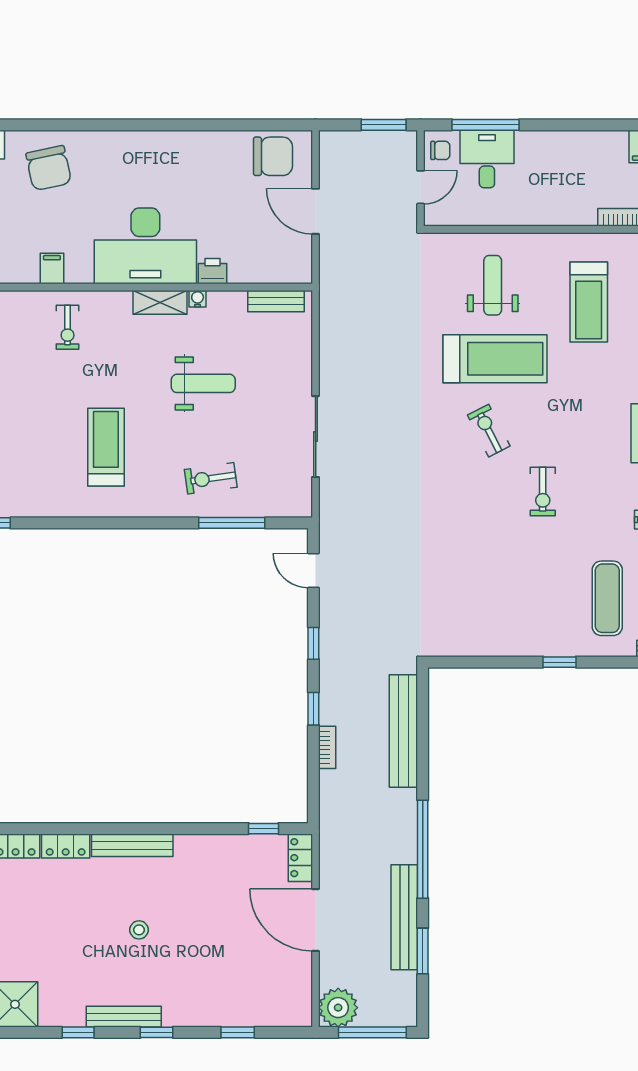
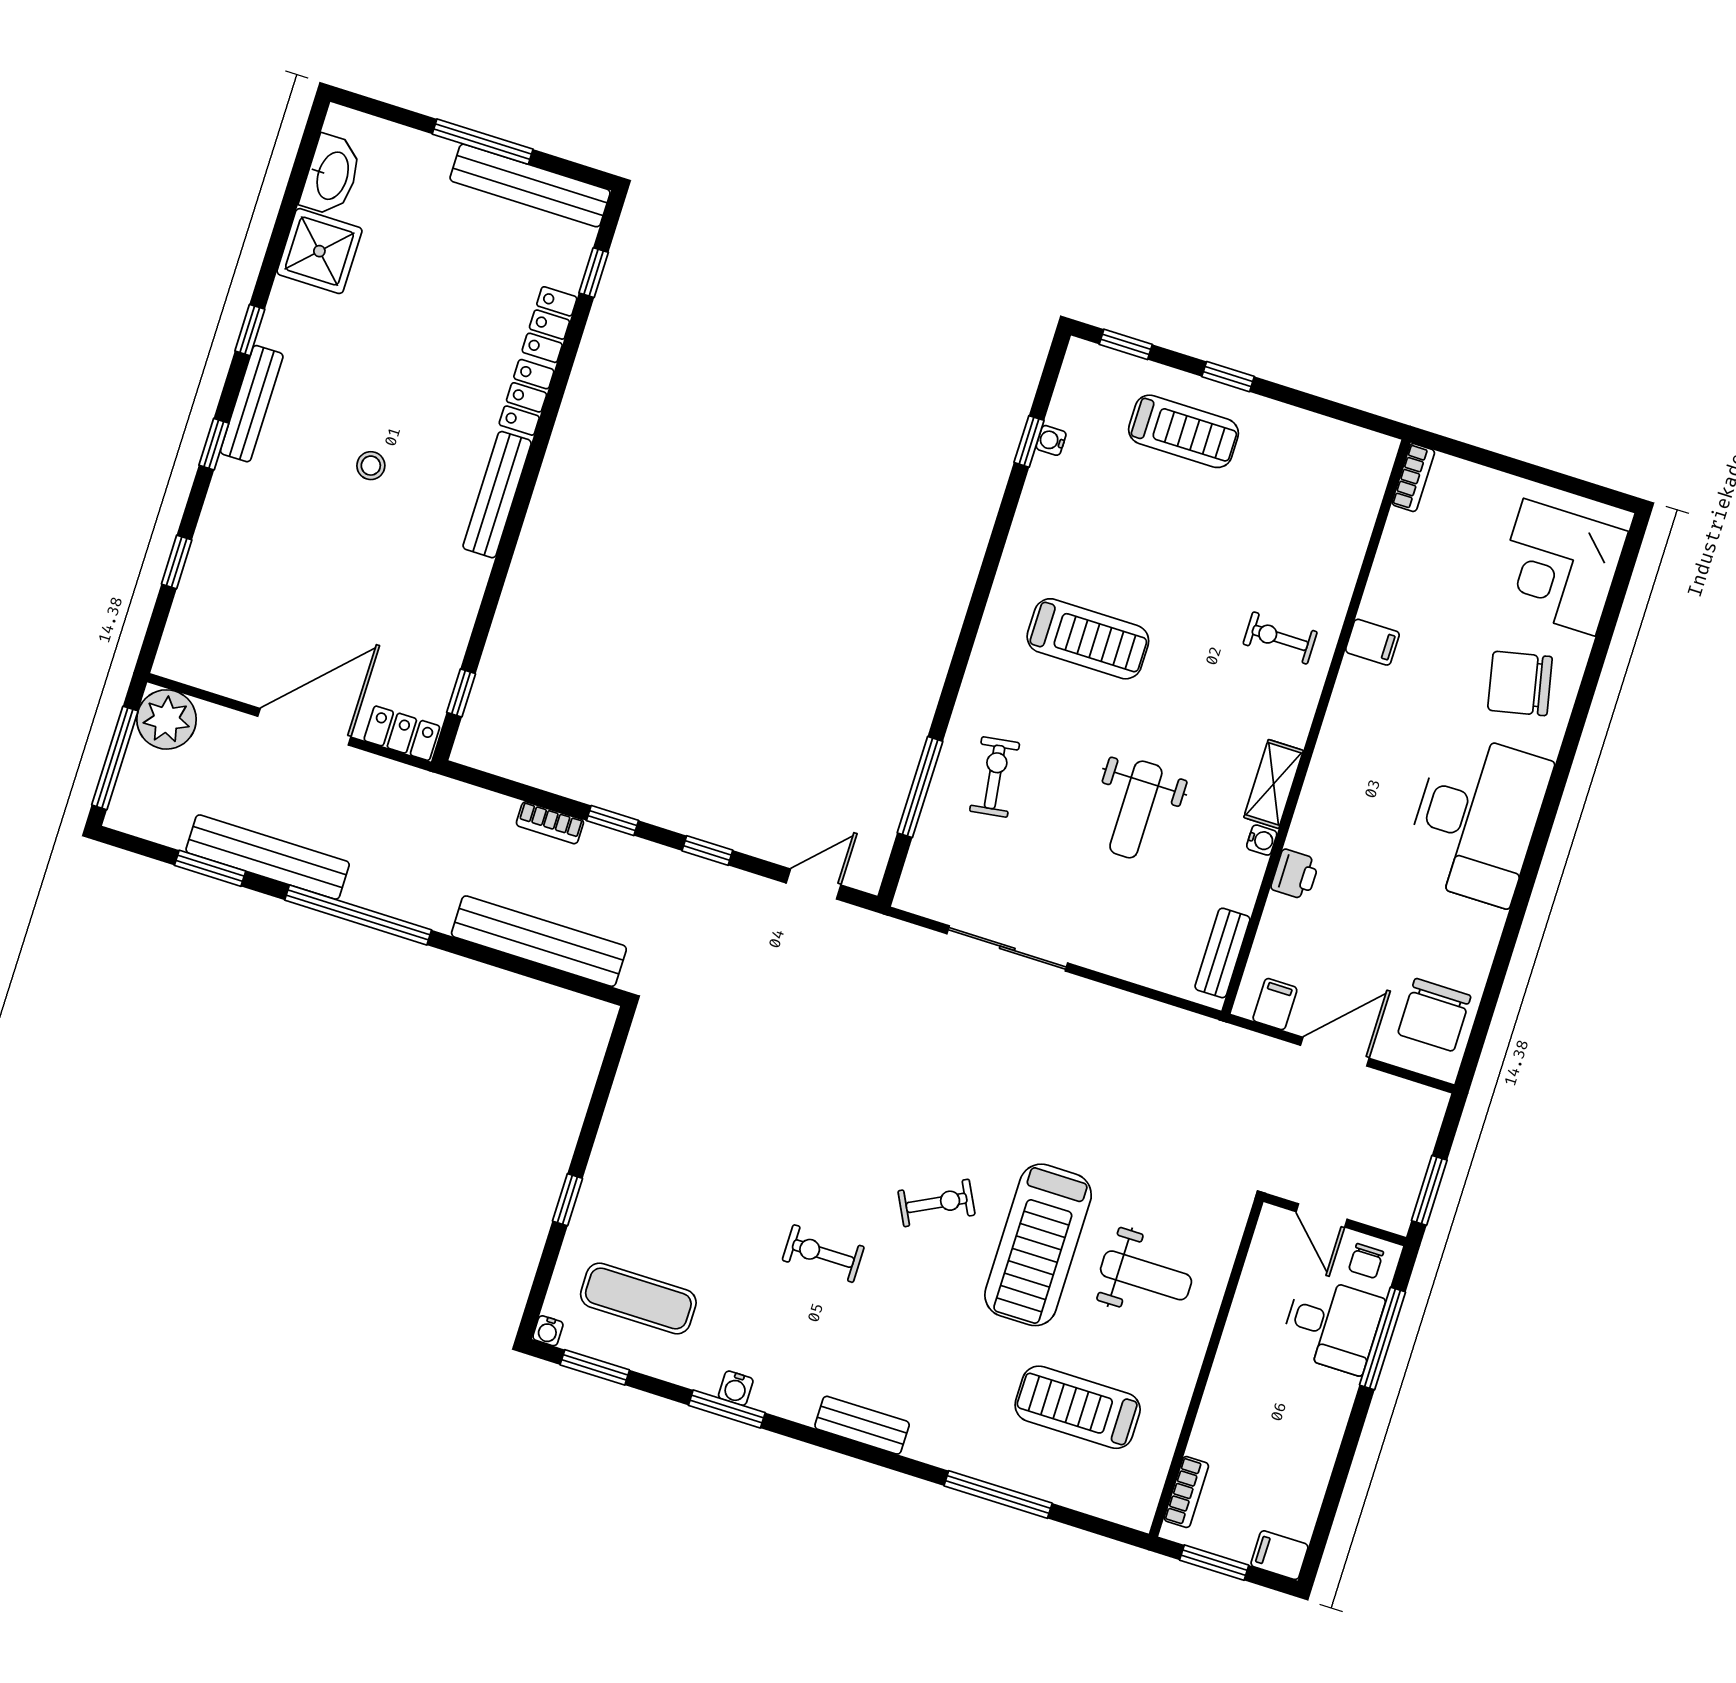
desk: (145, 246) -> (1477, 819), moved, turned 180
filing cabinet: (298, 258) -> (1275, 1004), added

